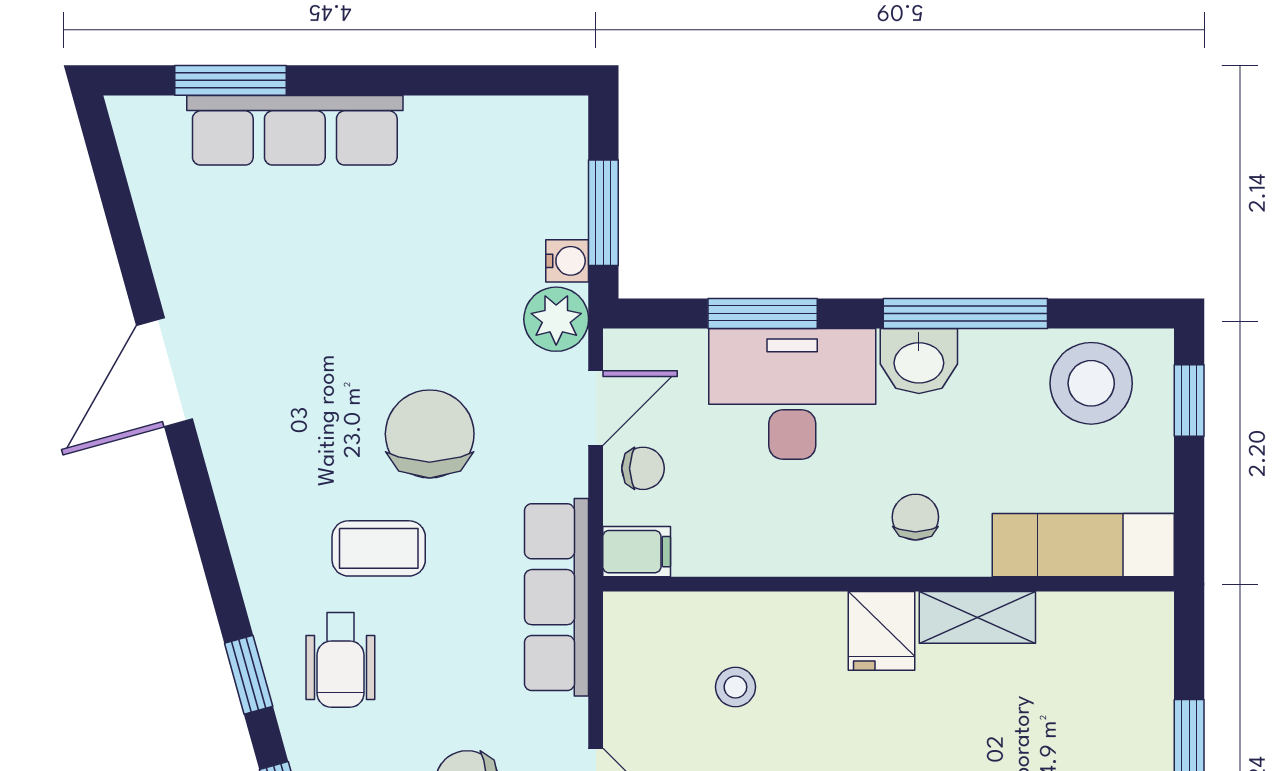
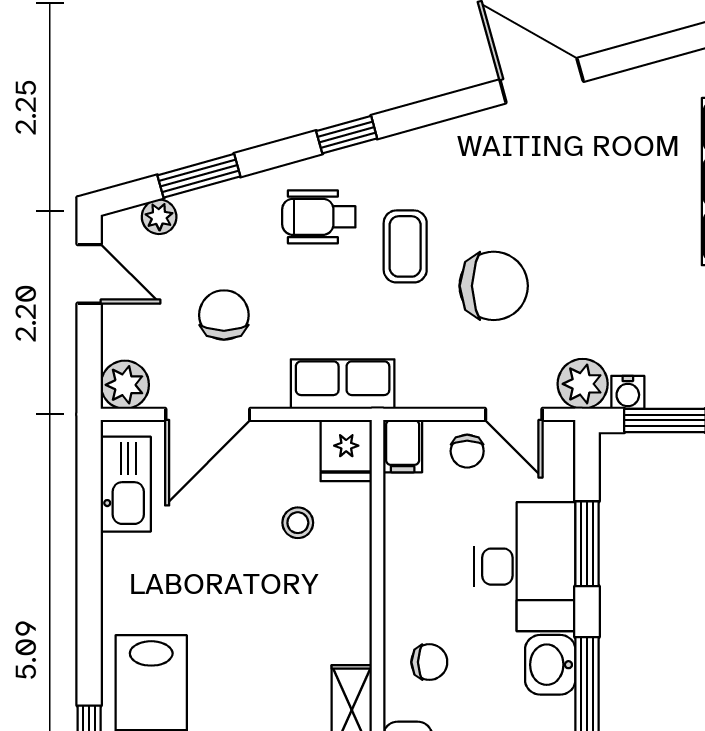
row of seats: (556, 597) -> (343, 384), width x0.68
fridge: (882, 631) -> (346, 451), moved, turned -90
window: (249, 675) -> (347, 135), moved

